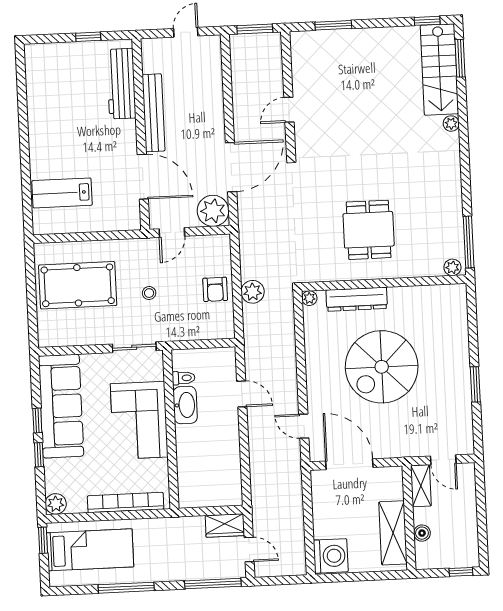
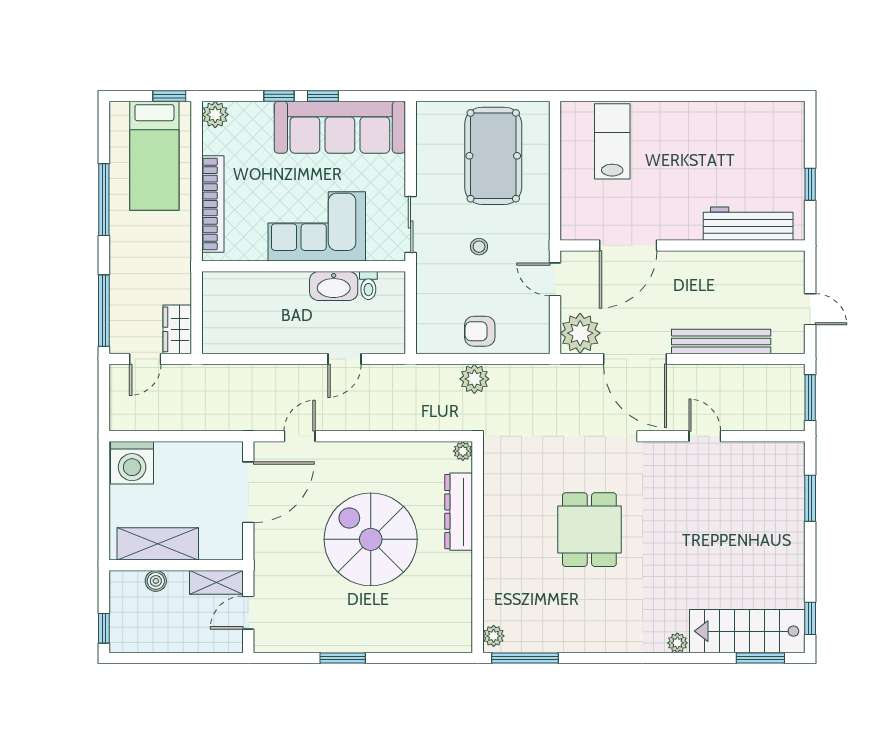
bench: (153, 113) -> (721, 342), moved
dining table: (369, 230) -> (589, 530), moved, turned 90

